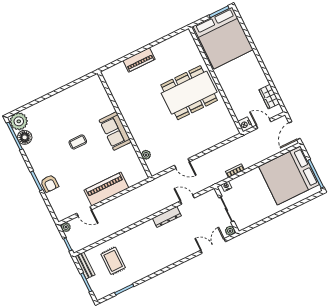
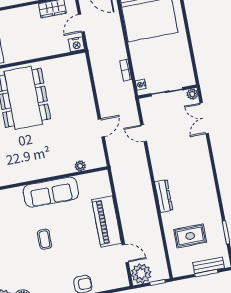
sofa: (115, 131) -> (51, 192), width x1.36
door: (187, 199) -> (144, 133), hinge flipped
door: (84, 211) -> (125, 254), hinge flipped
dresser: (167, 217) -> (164, 196), moved
plant: (66, 227) -> (141, 274), width x1.88, depth x1.88
bench: (85, 265) -> (208, 265), moved

